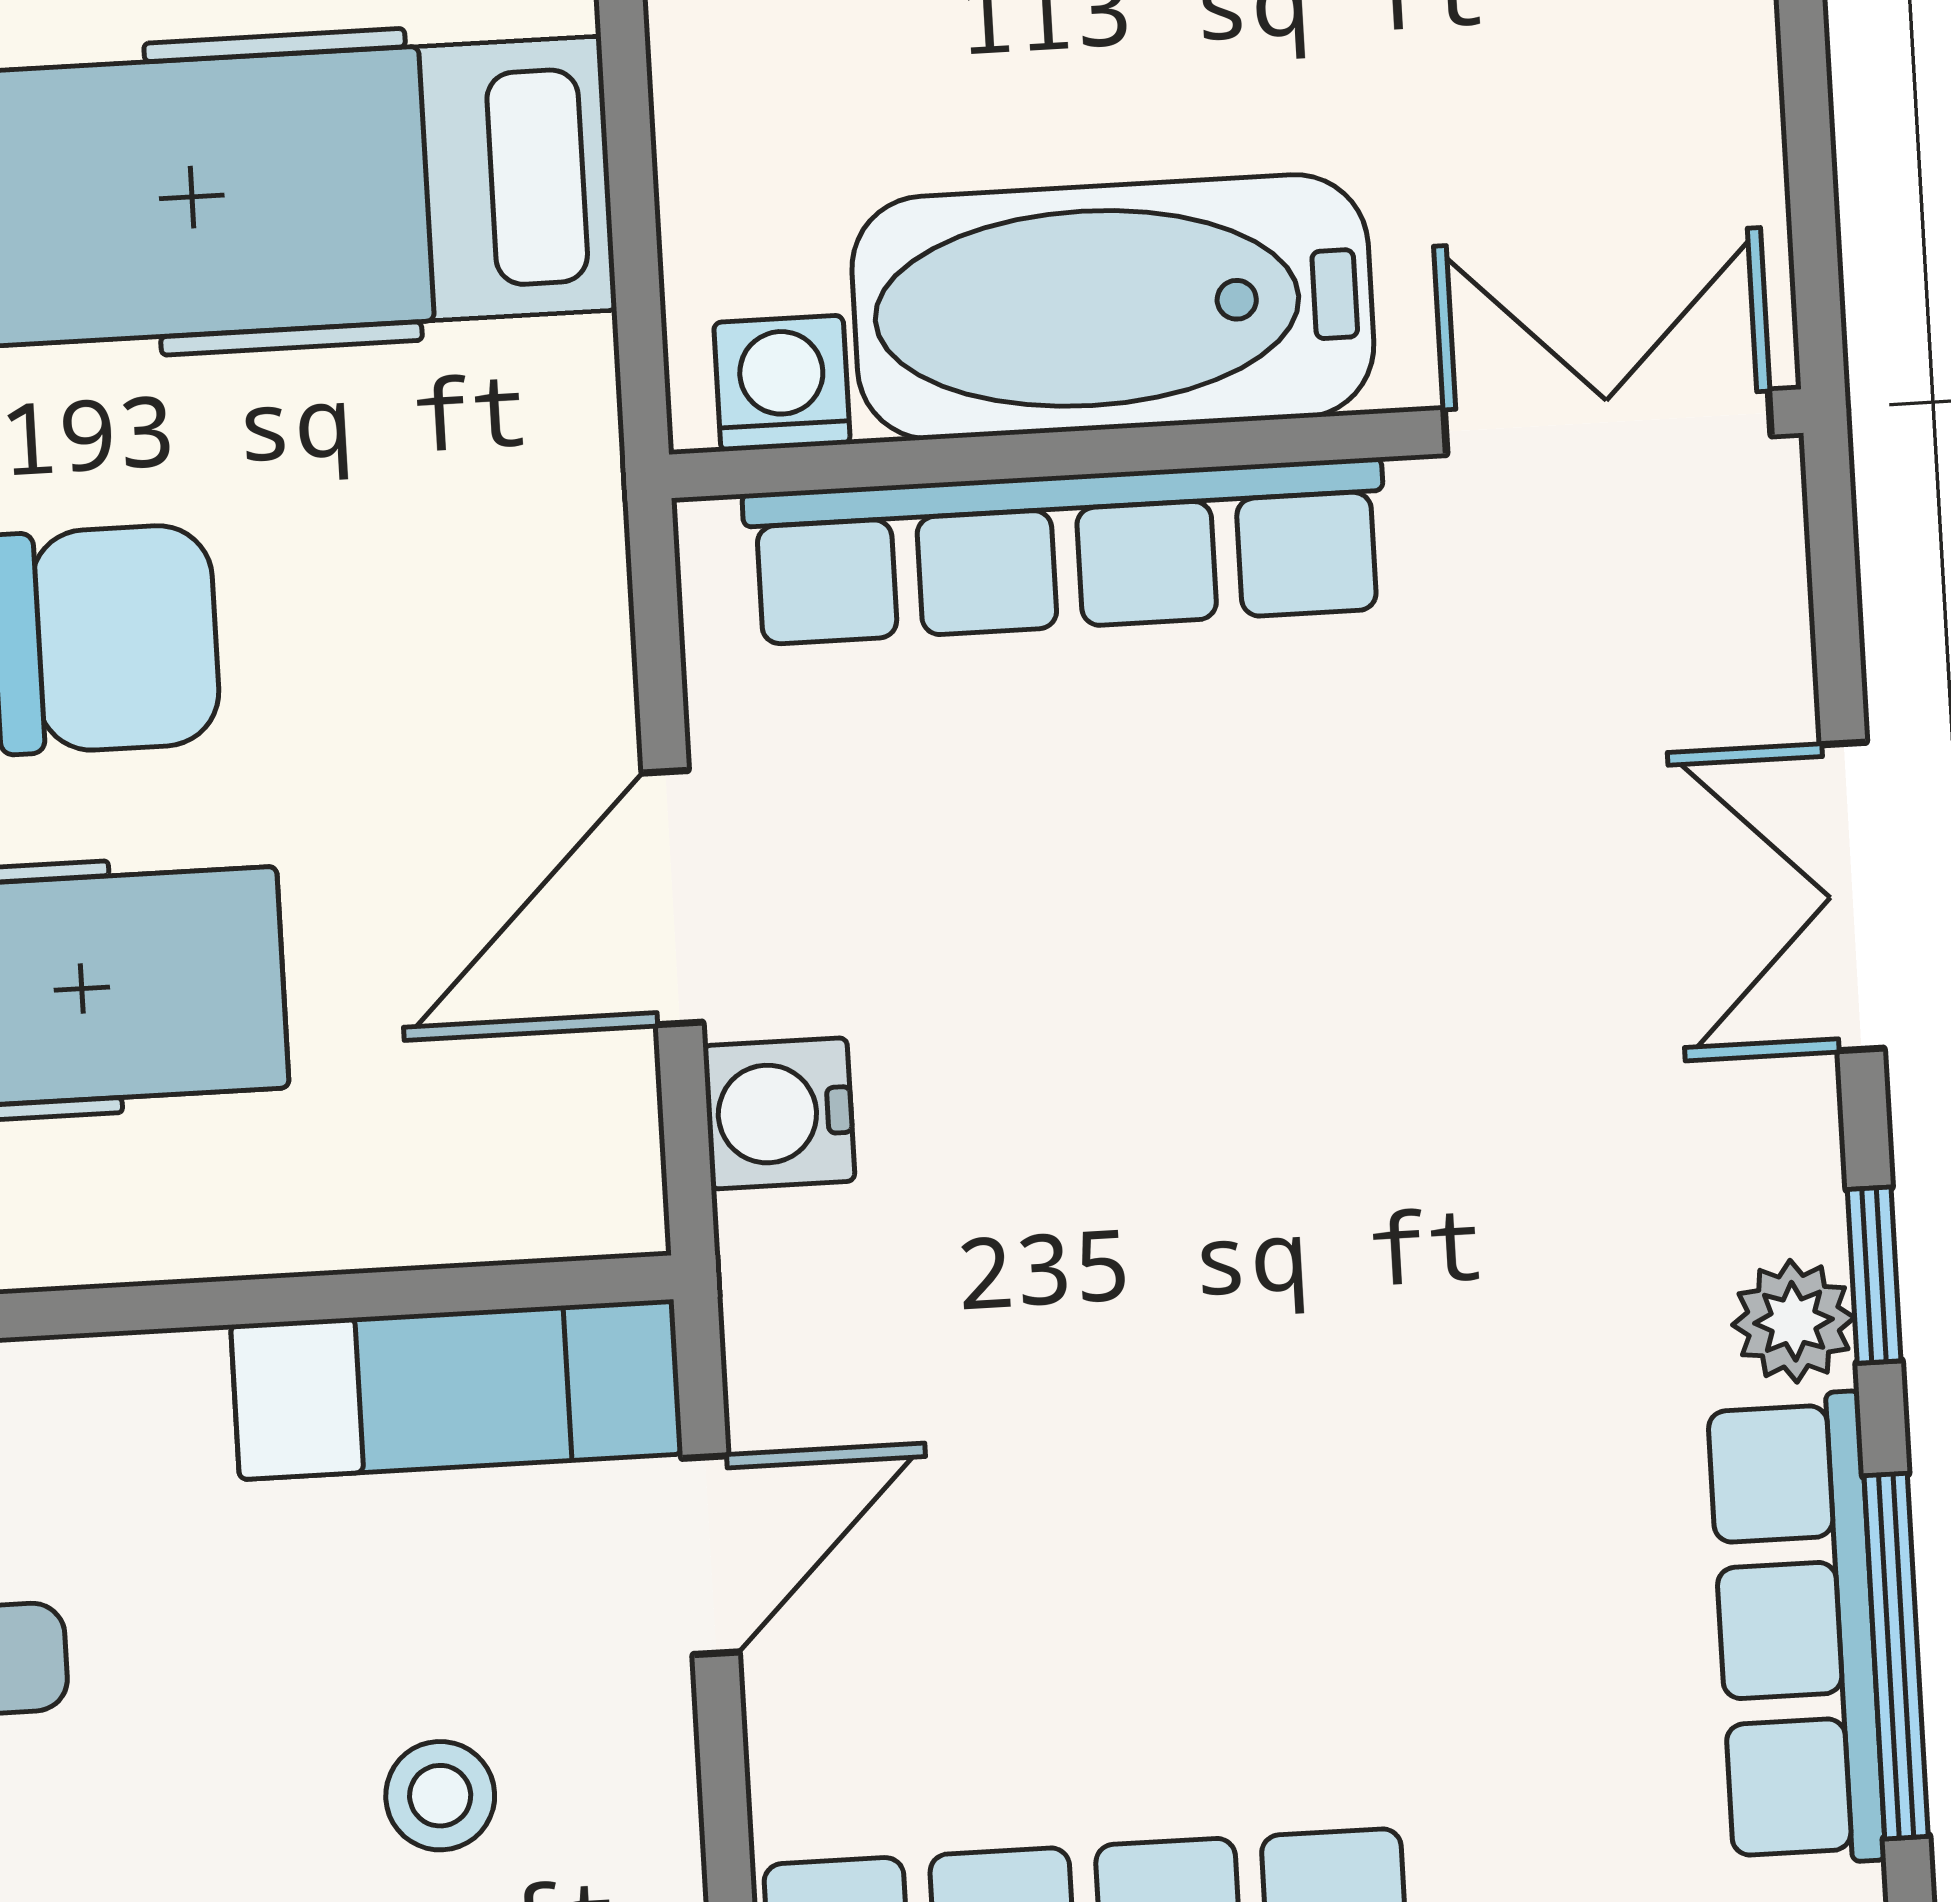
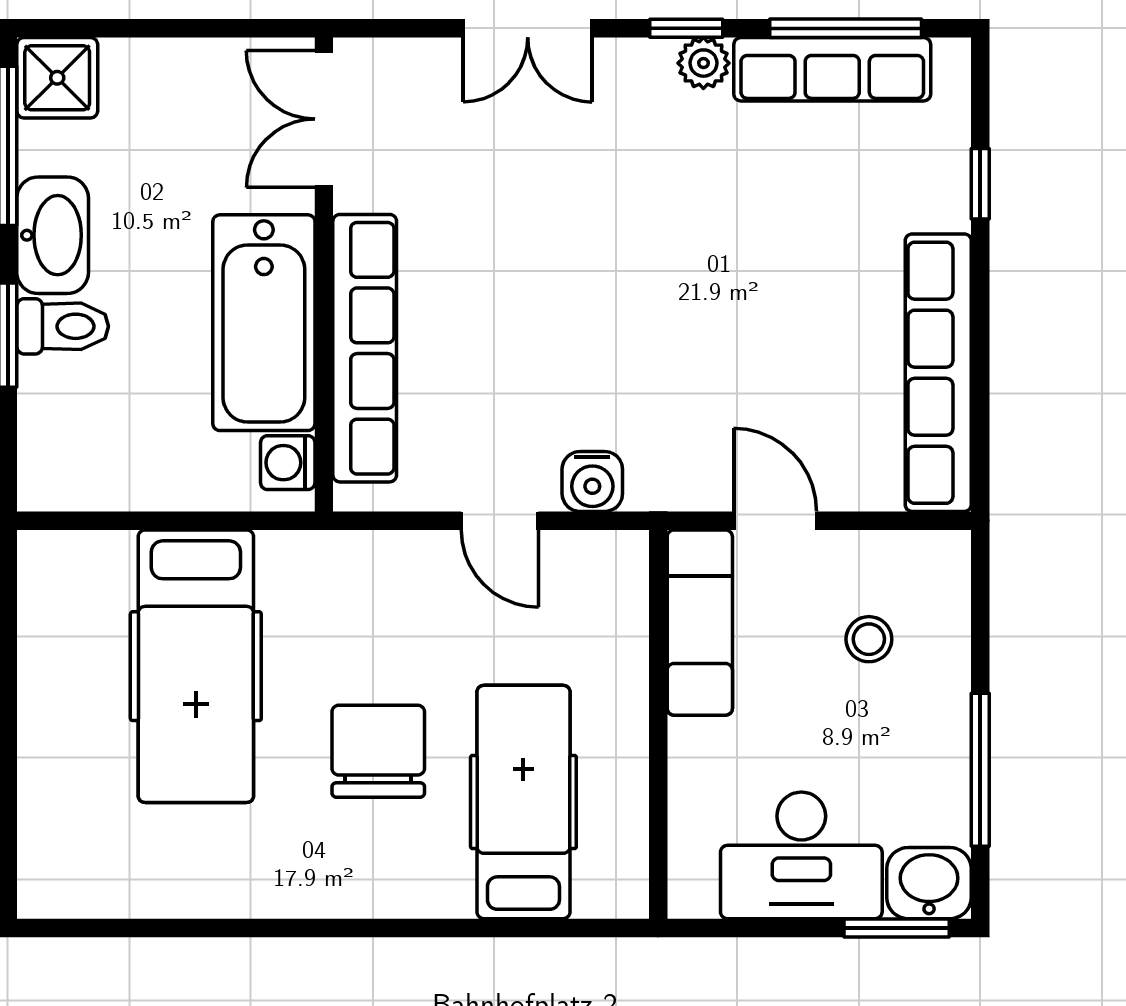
door: (672, 898) -> (500, 521), width x0.73

